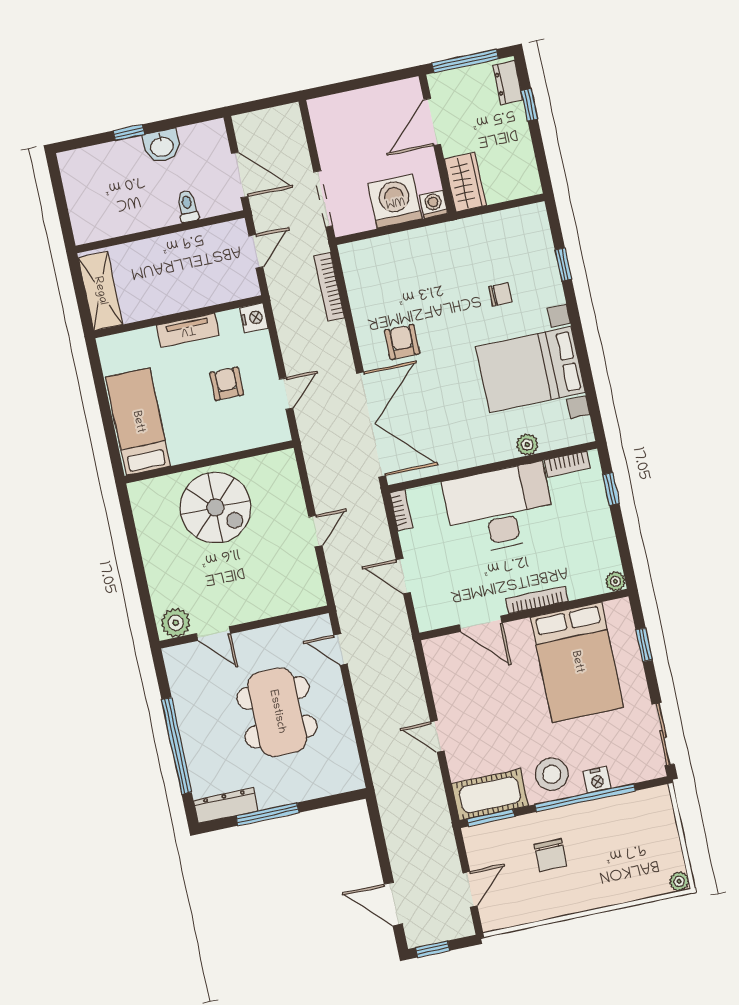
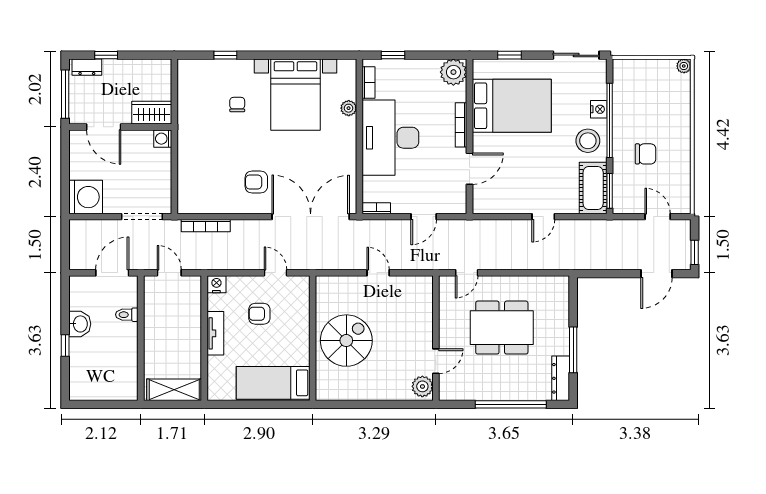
washing machine: (395, 201) -> (86, 197), moved, turned 180
plant: (615, 581) -> (453, 72), width x1.88, depth x1.88

